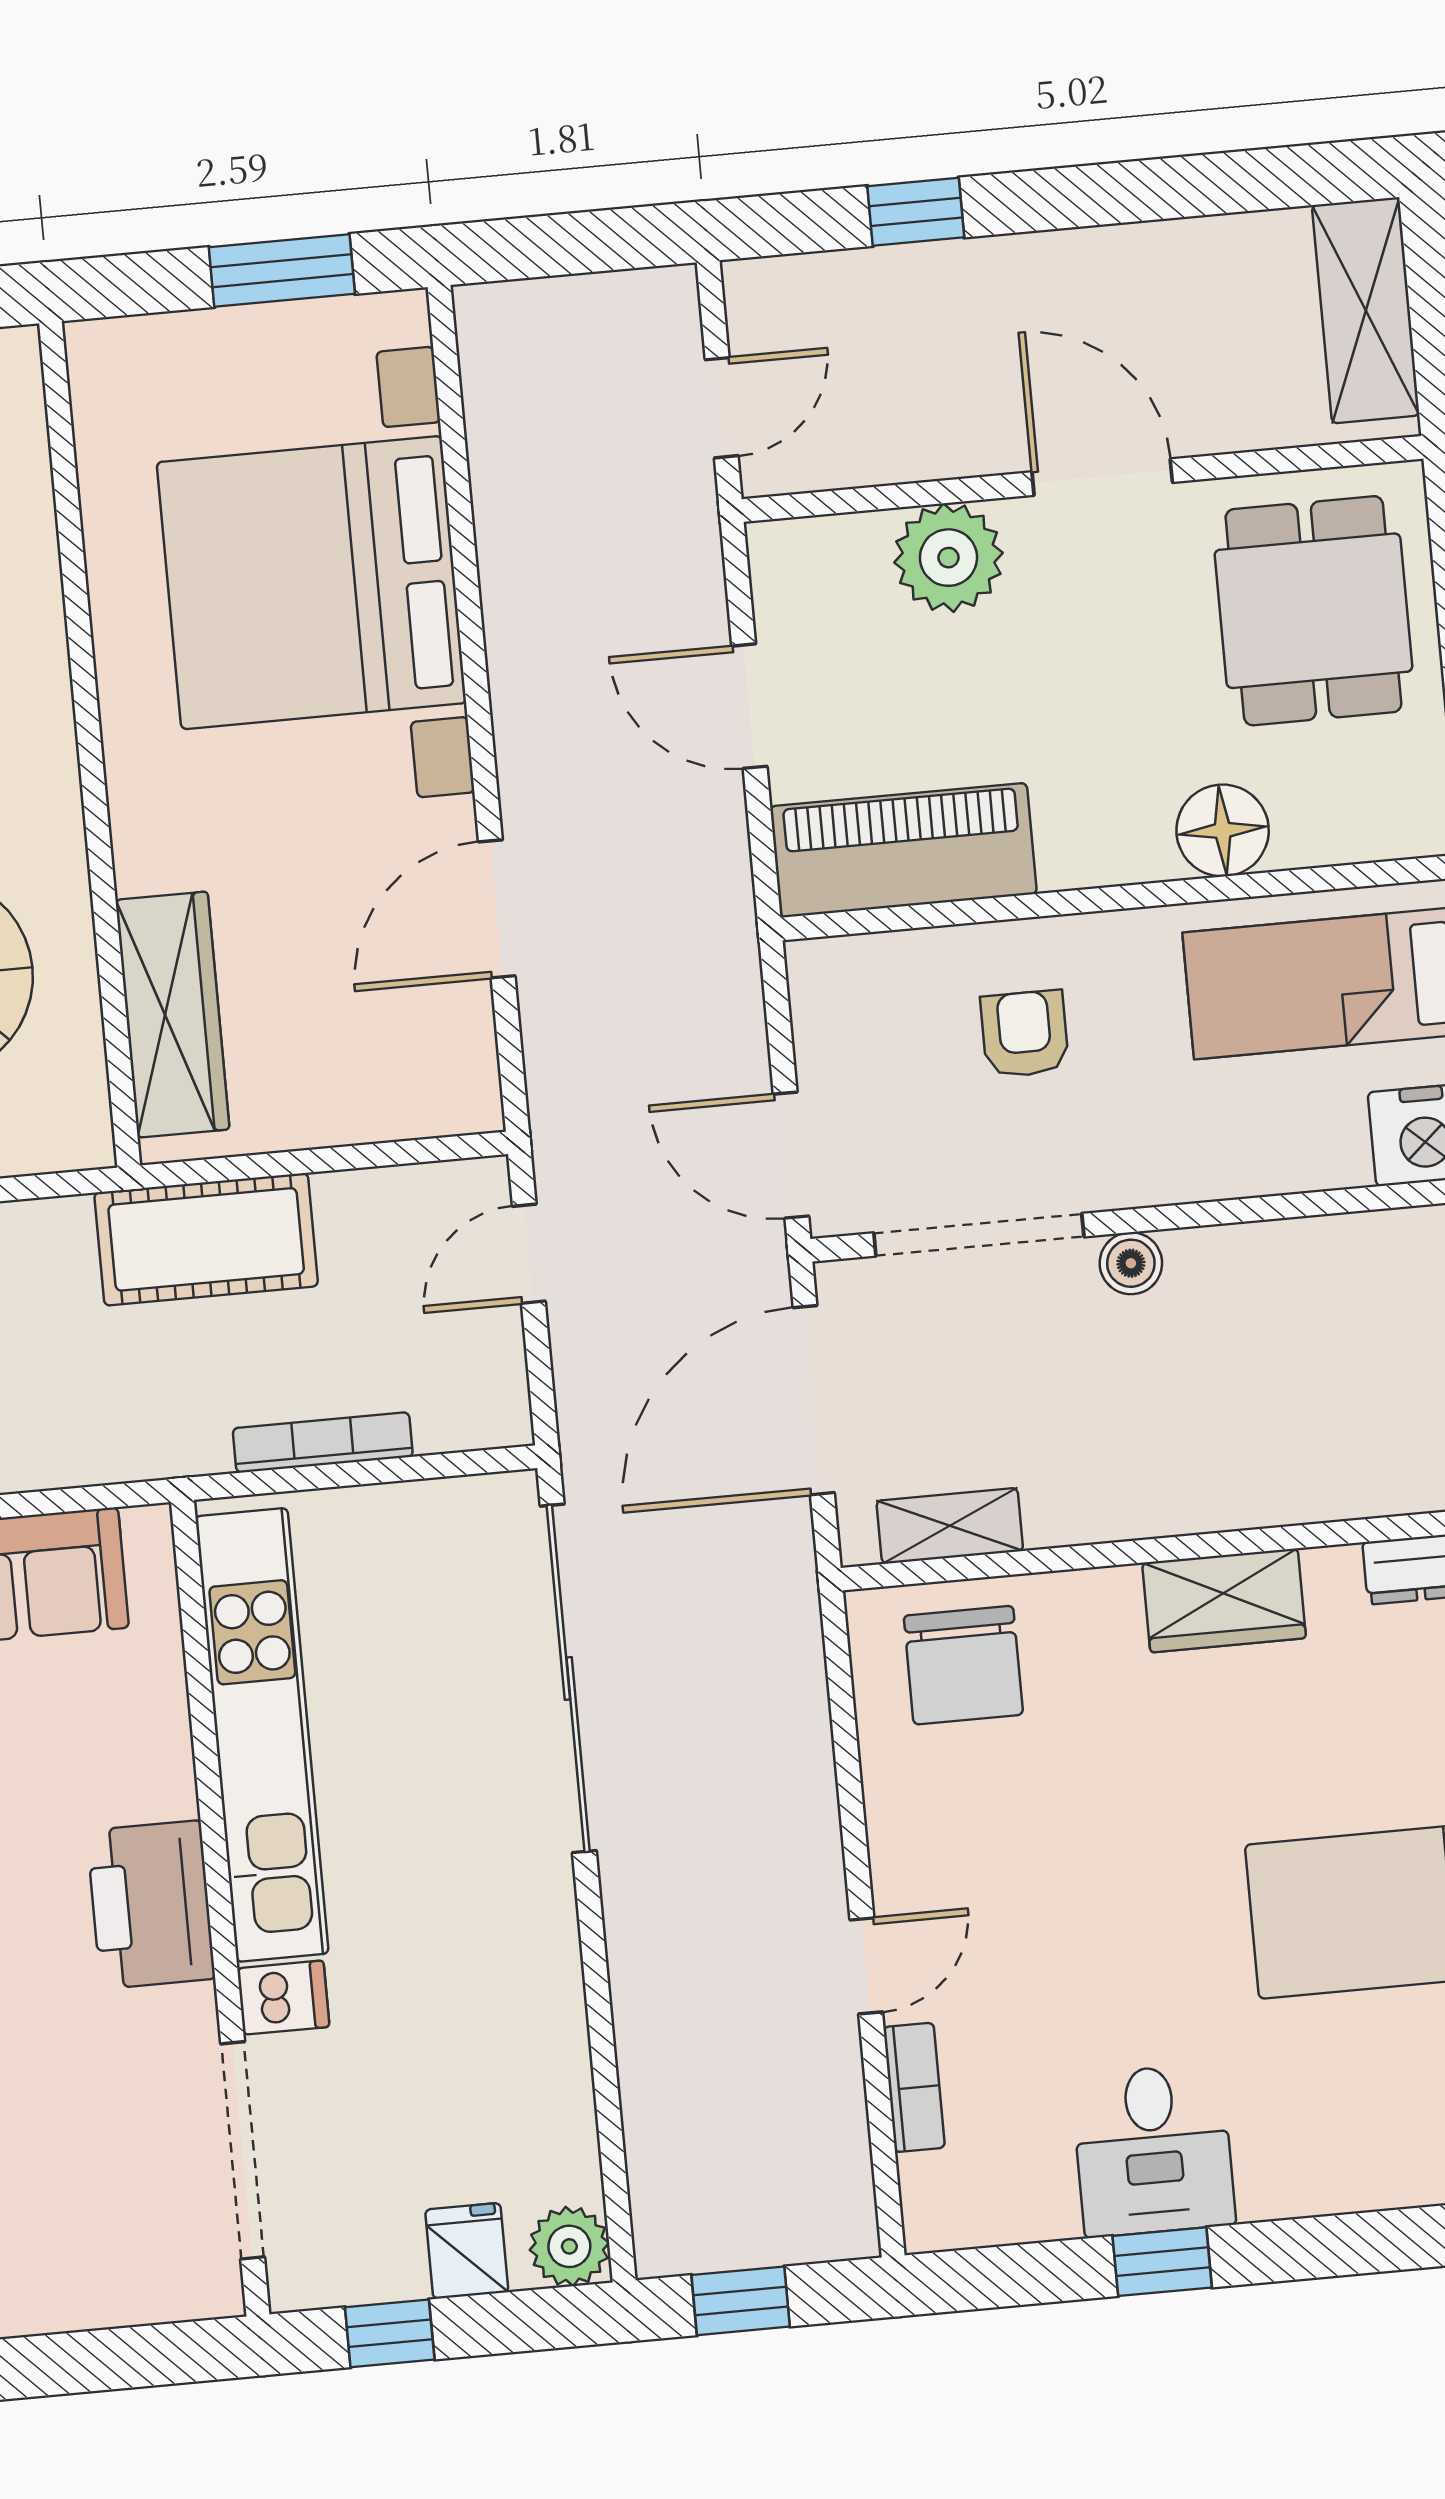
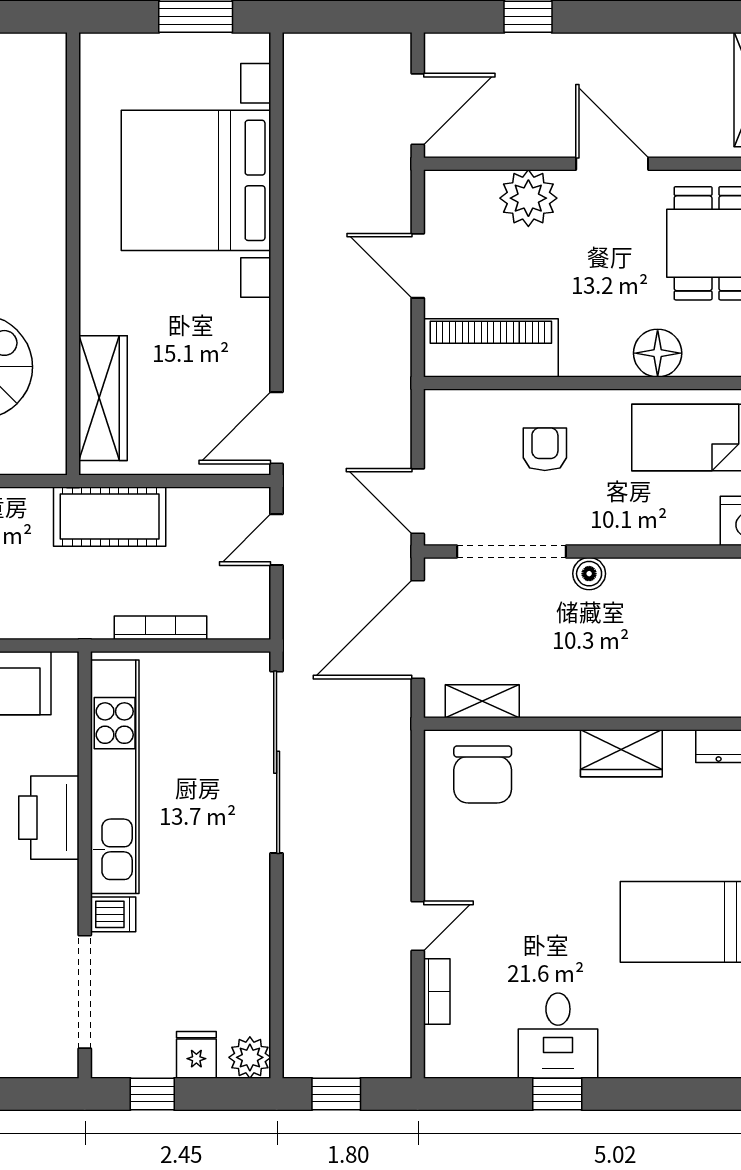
door: (722, 408) -> (418, 109), width x1.38
door: (497, 909) -> (277, 428), moved
printer: (151, 1905) -> (49, 818), moved

